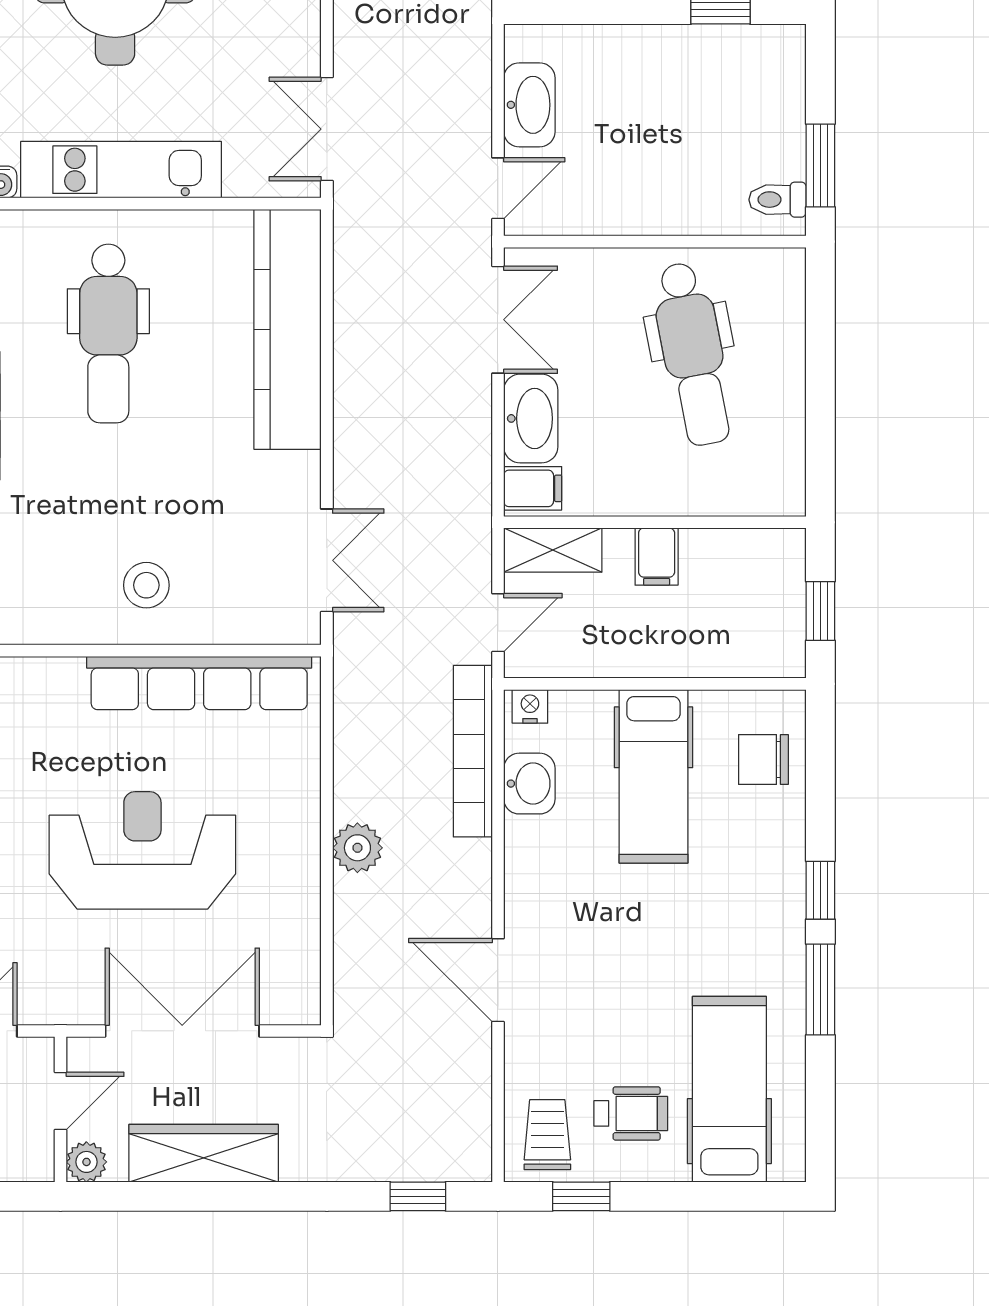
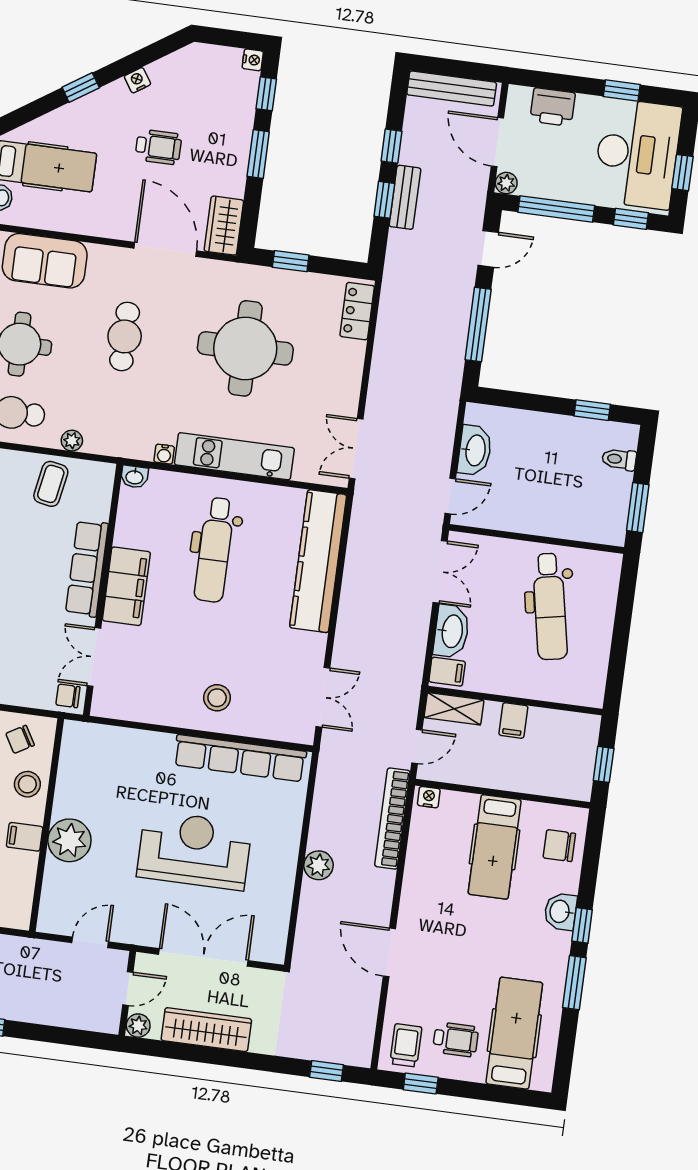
toilet: (778, 200) -> (619, 459), moved
washbasin: (529, 784) -> (560, 912), moved, turned 180

